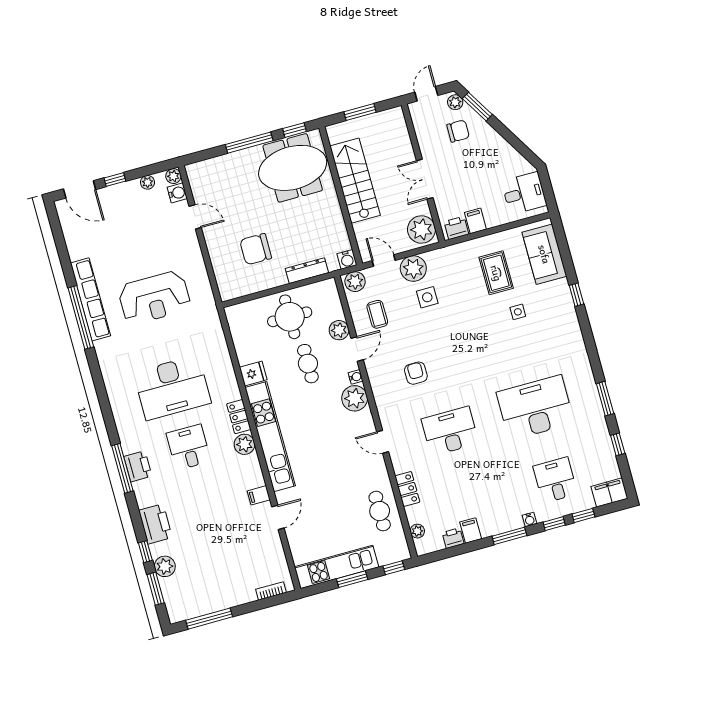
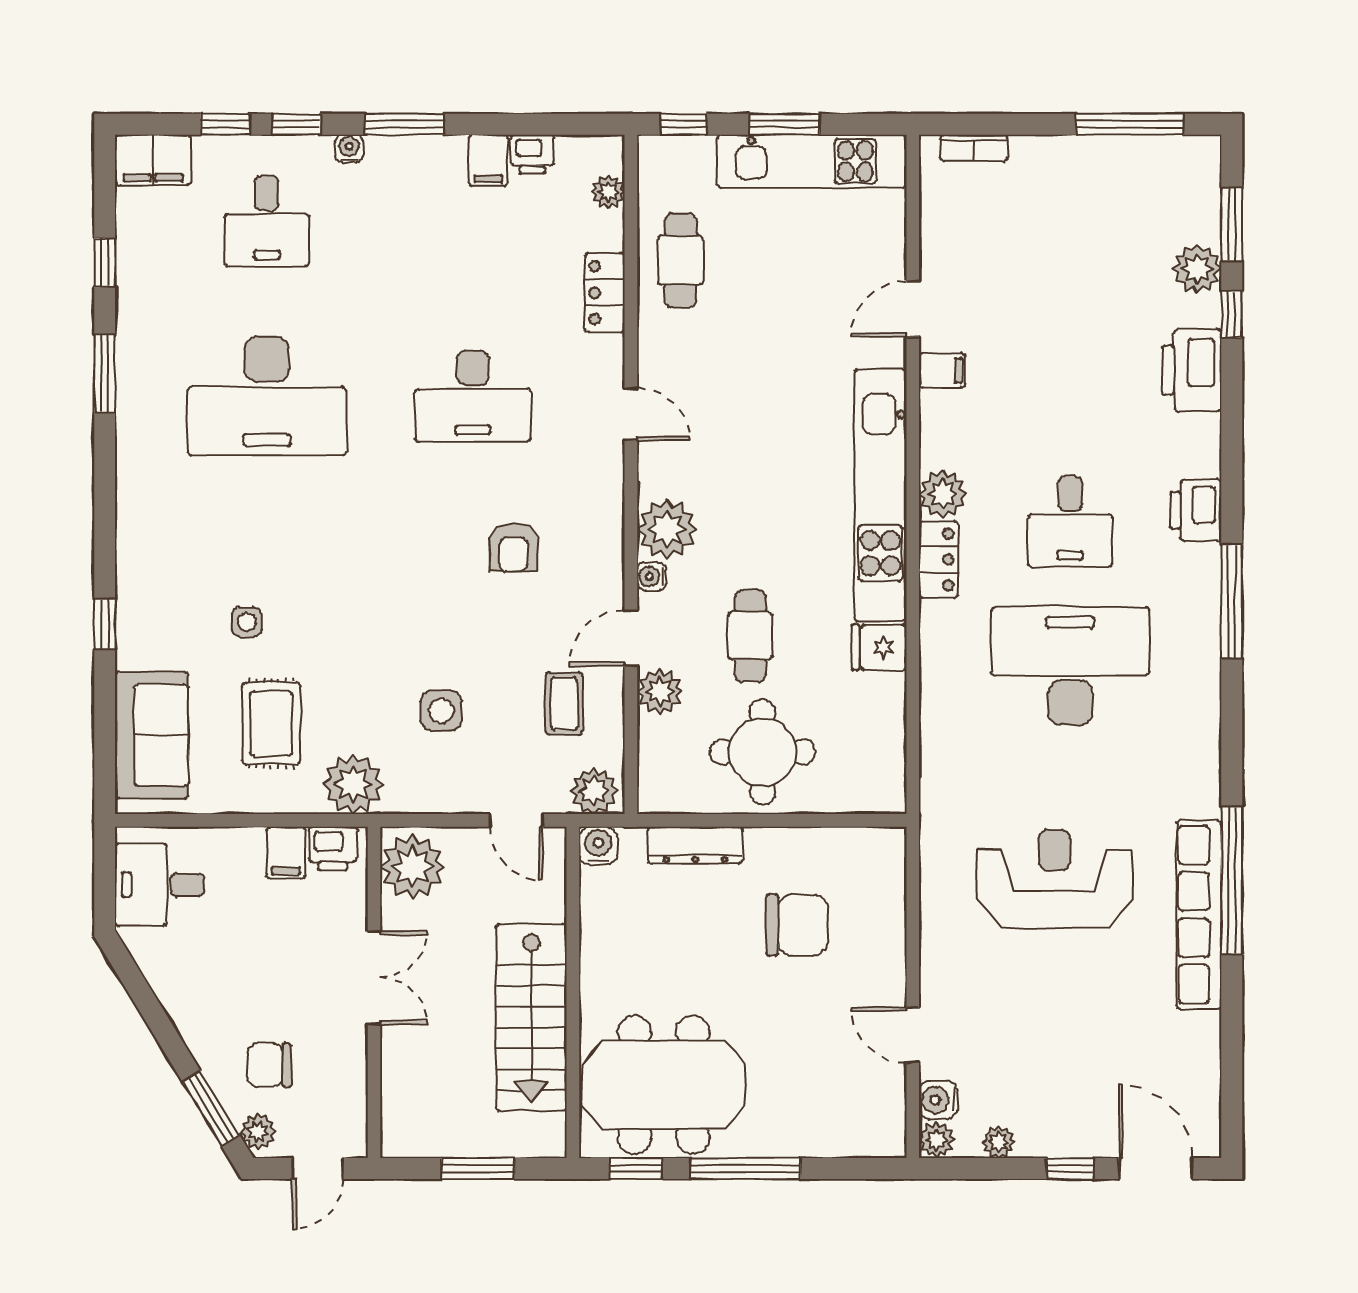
plant: (413, 269) -> (353, 784), moved
window: (122, 468) -> (1232, 601), moved

